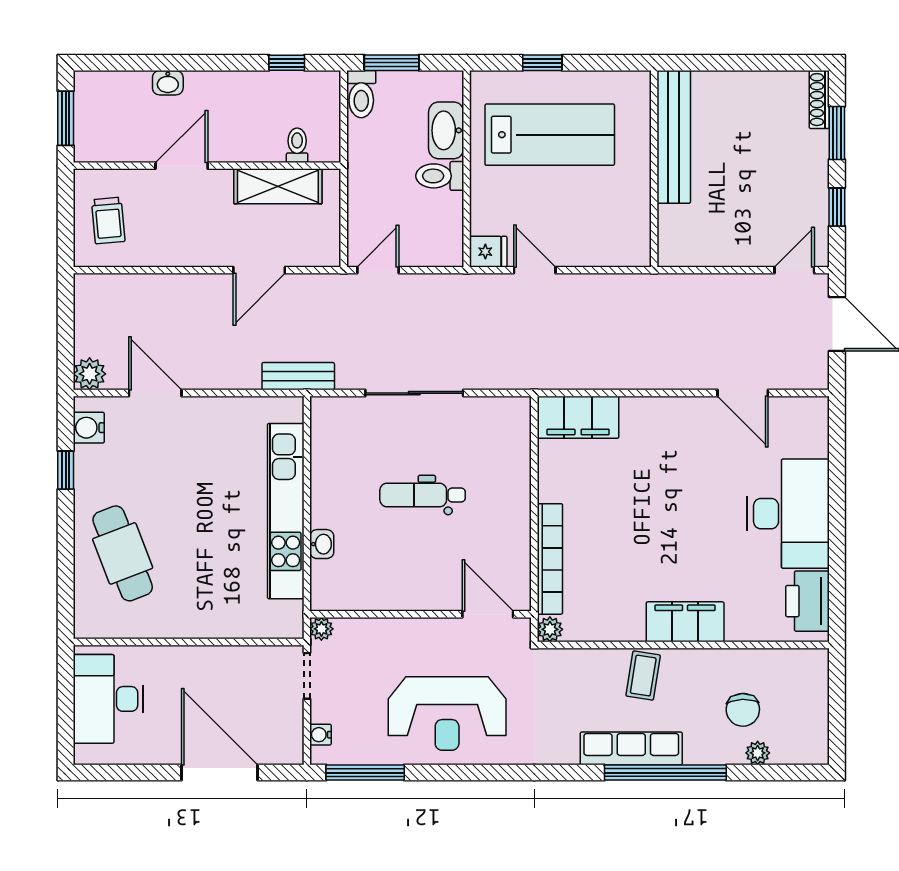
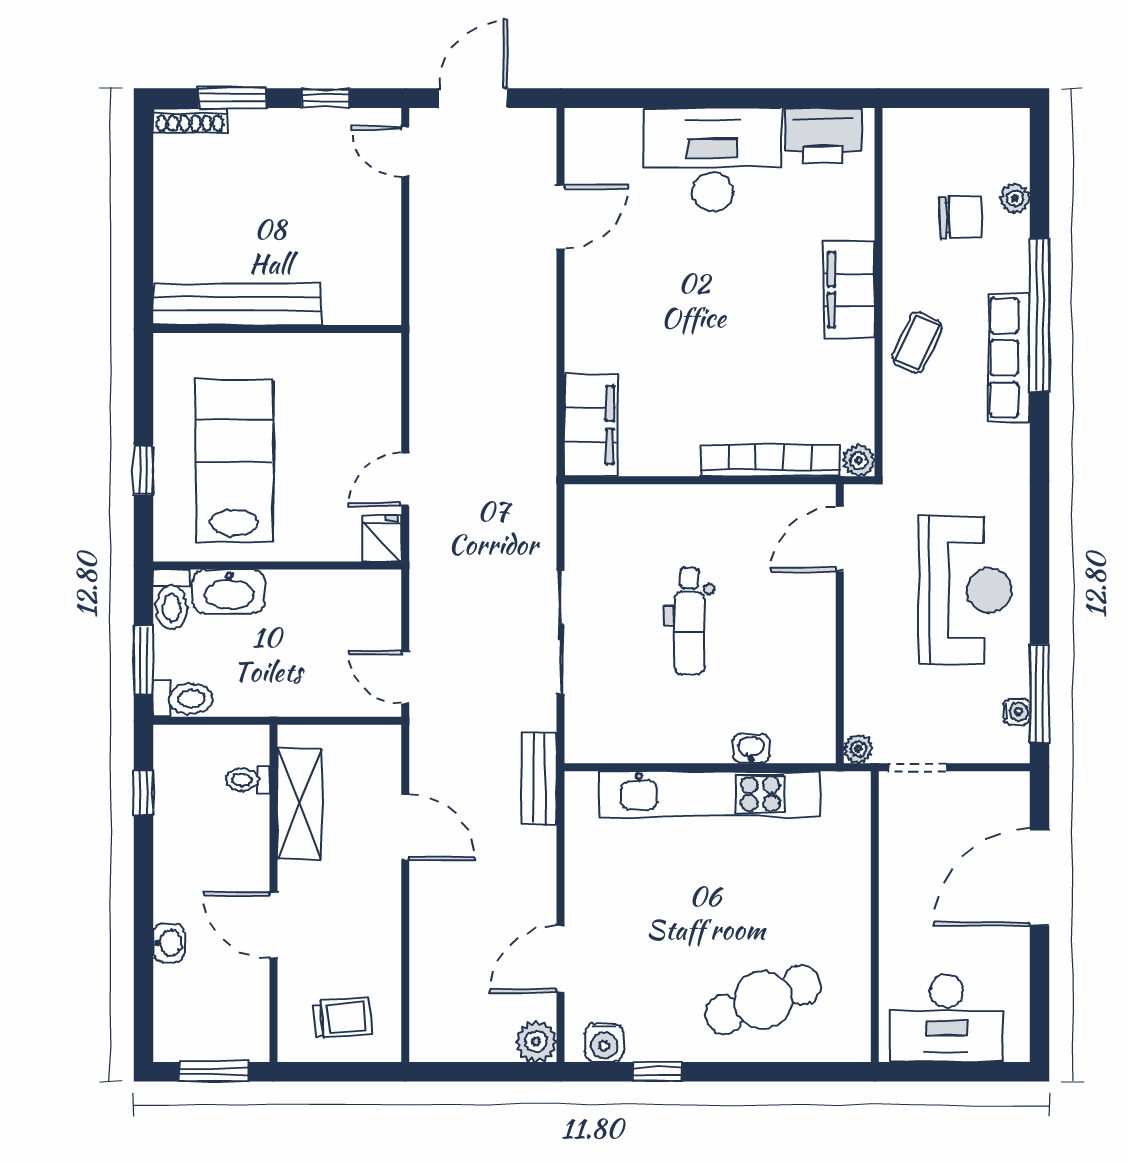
toilet: (440, 176) -> (171, 599), moved
coffee table: (643, 676) -> (917, 343), turned -74
water cooler: (321, 735) -> (1017, 712), moved, turned -90

